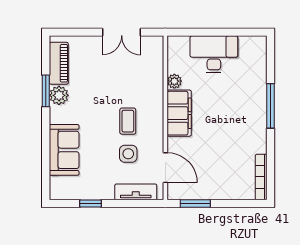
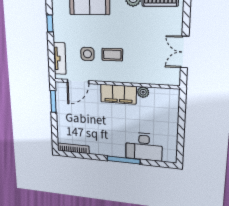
desk: (214, 54) -> (144, 147), moved, turned 90

